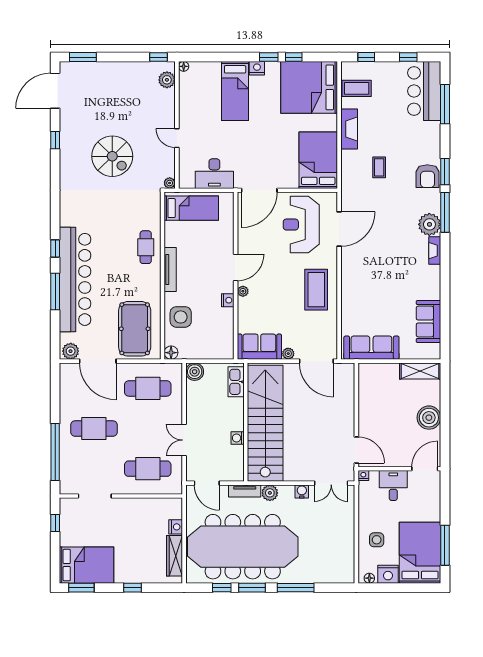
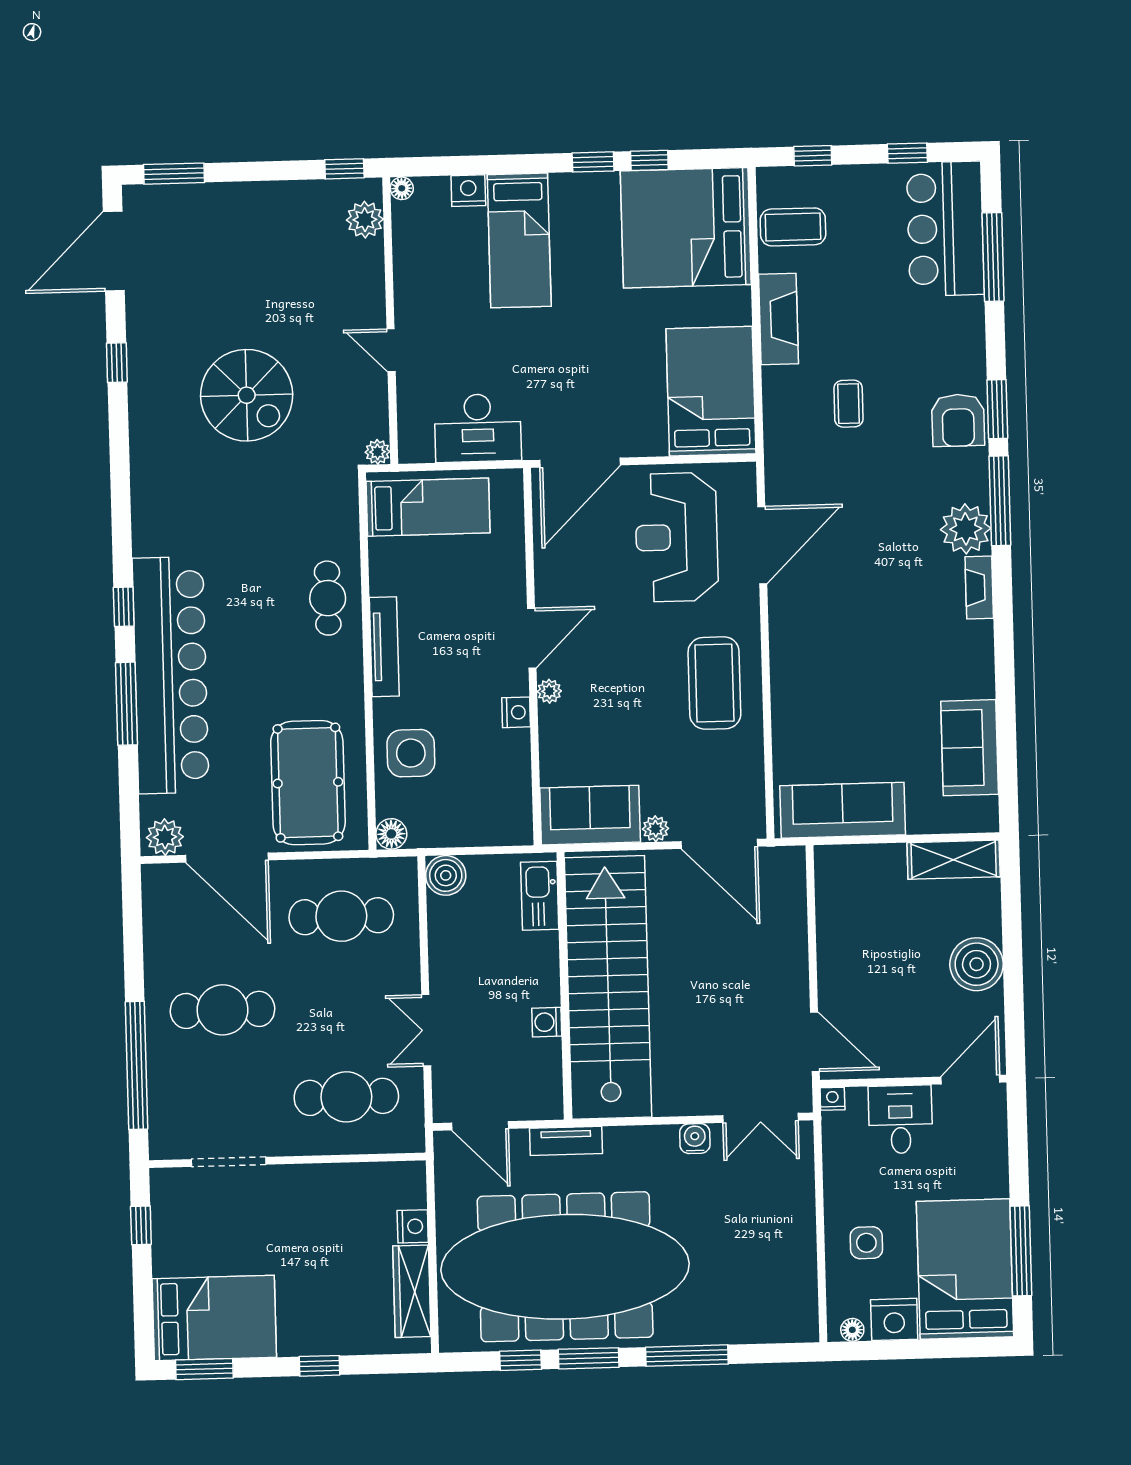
nightstand: (257, 68) -> (468, 191), moved
plant: (270, 493) -> (623, 1144), removed

